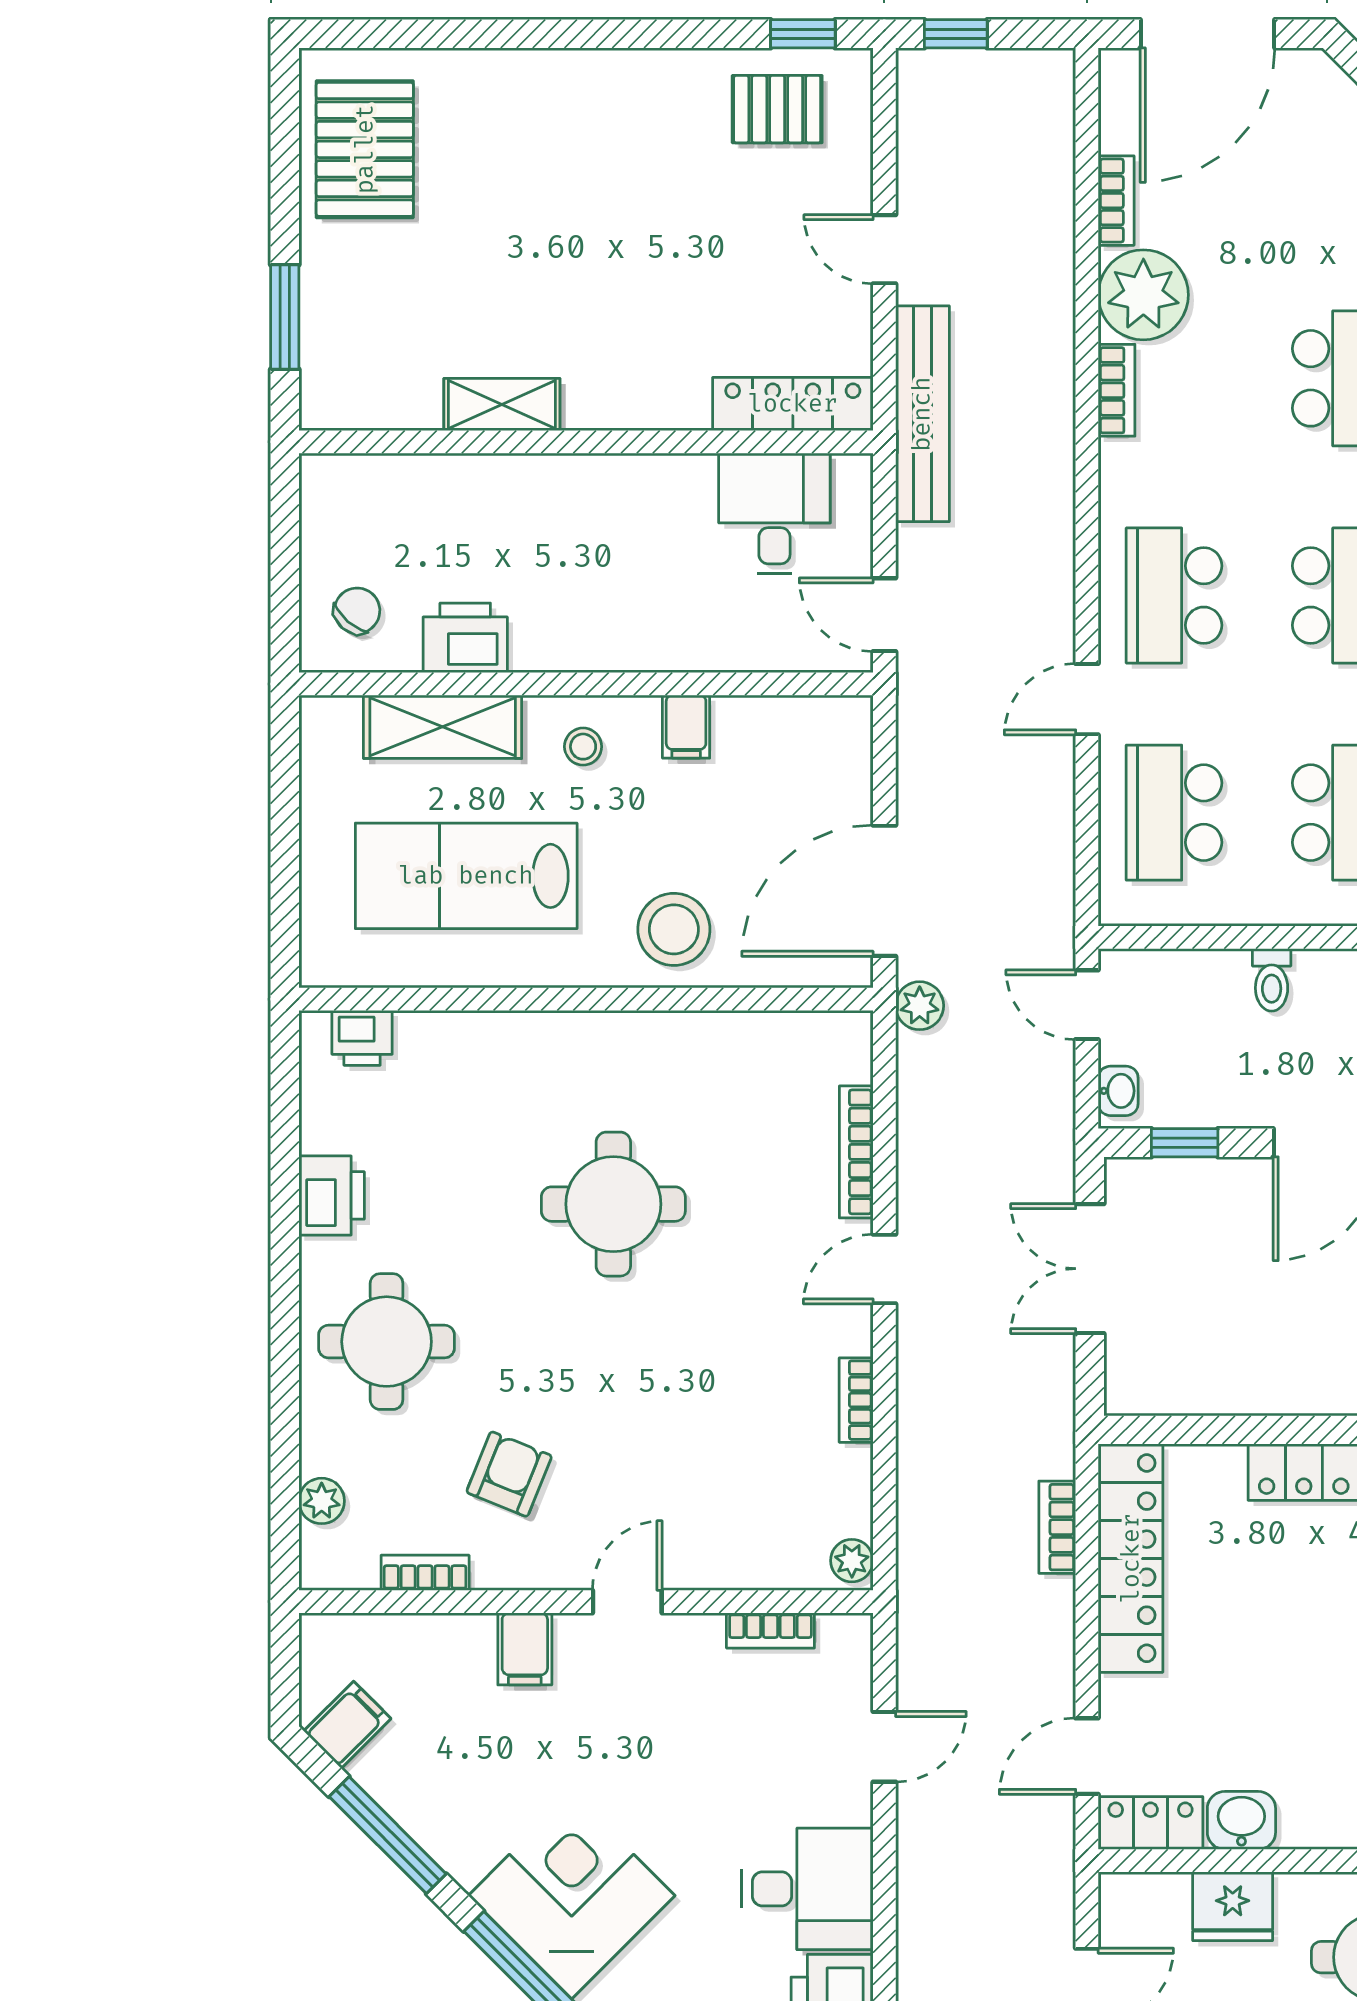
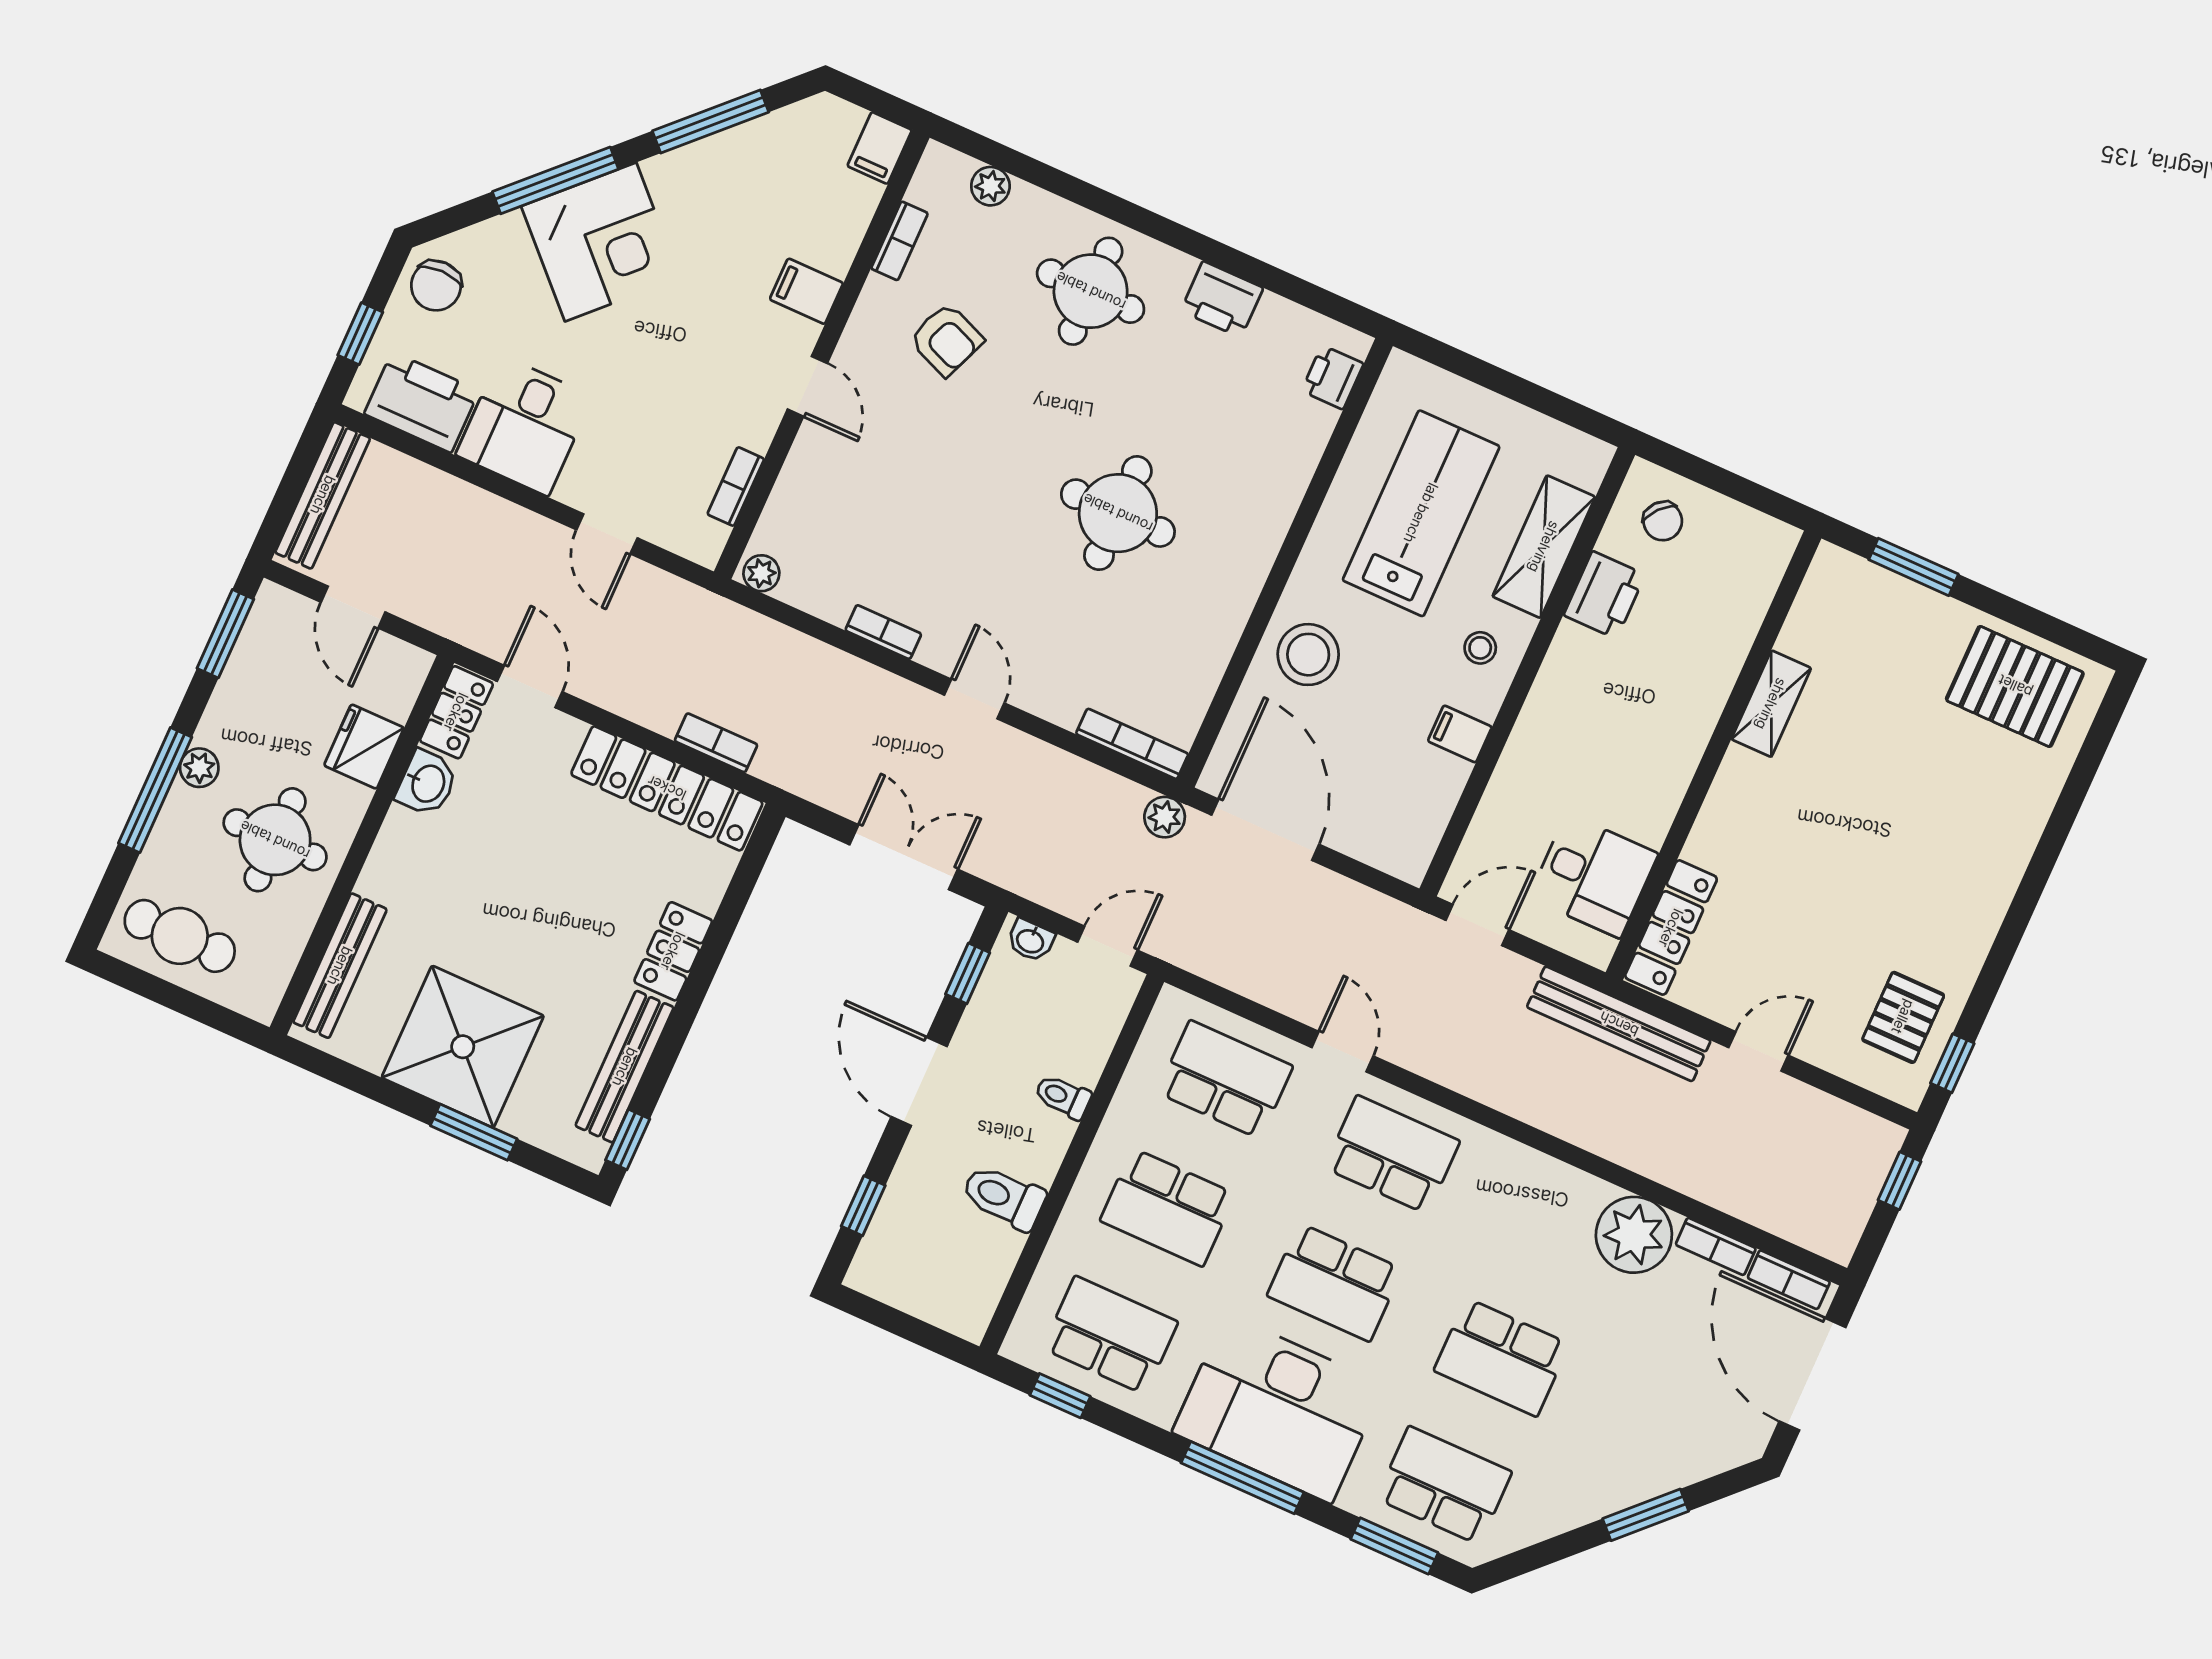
bookcase: (1117, 390) -> (1789, 1280), moved
bookcase: (856, 1152) -> (1132, 744), moved
filing cabinet: (347, 1725) -> (880, 148), moved, turned 45

